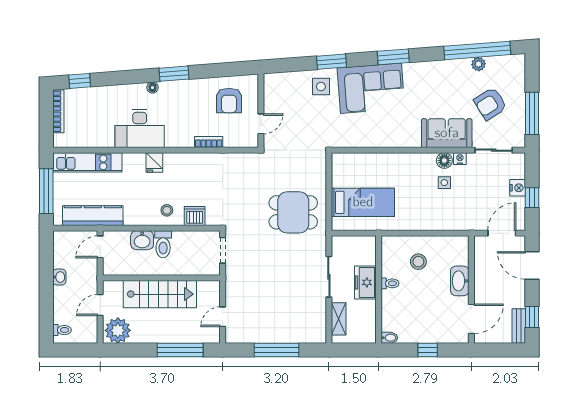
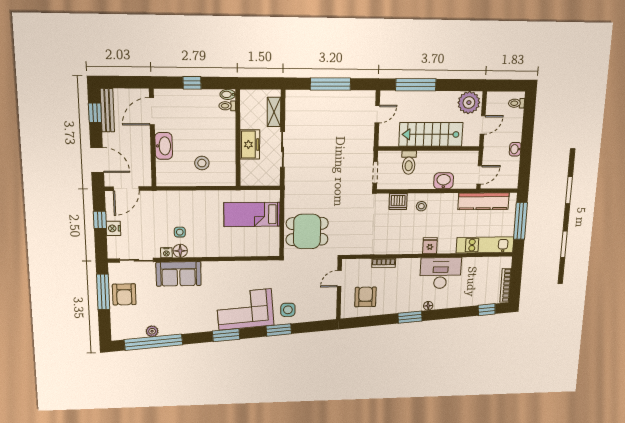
armchair: (490, 104) -> (124, 294), moved, turned 122
dining table: (293, 212) -> (307, 231), moved
toilet: (163, 244) -> (409, 163), moved, turned 180
toilet: (390, 283) -> (227, 106), moved
bench: (519, 326) -> (107, 110), width x1.36

